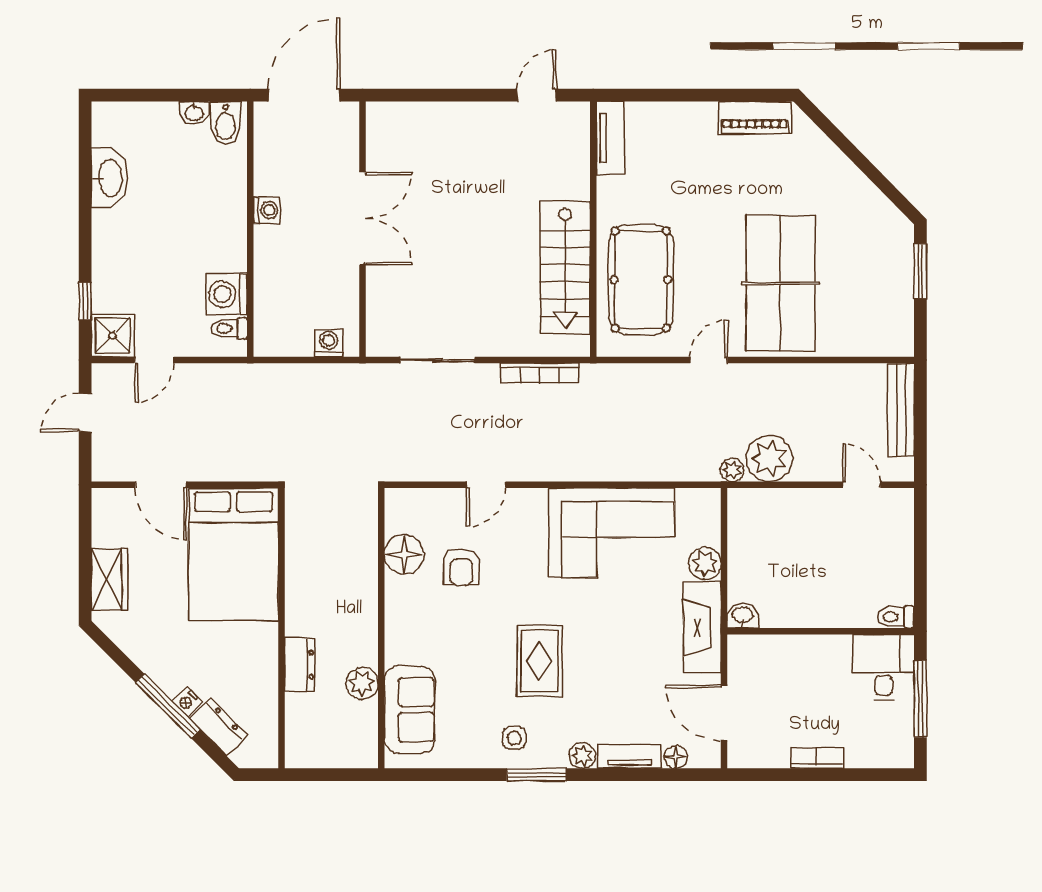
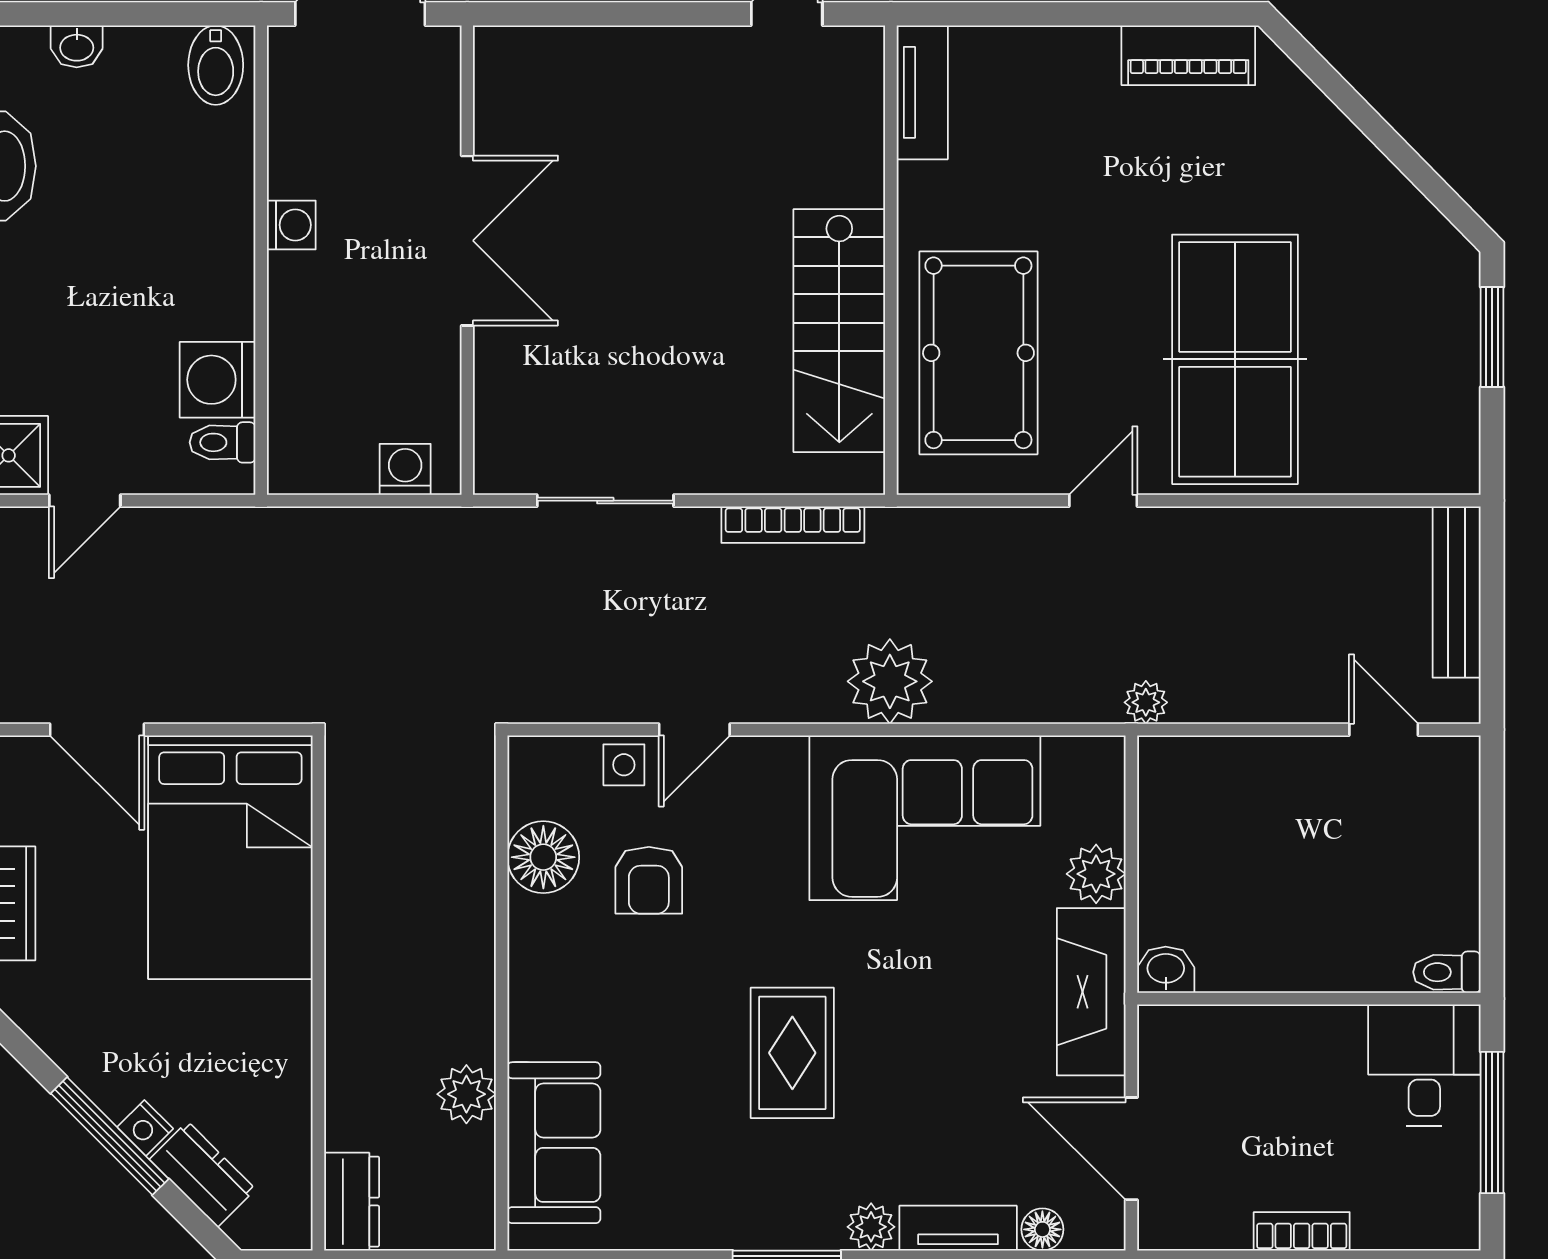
washbasin: (194, 113) -> (77, 46), moved
plant: (769, 459) -> (890, 681), moved
dresser: (300, 665) -> (352, 1202), moved
side table: (514, 738) -> (624, 765), moved

